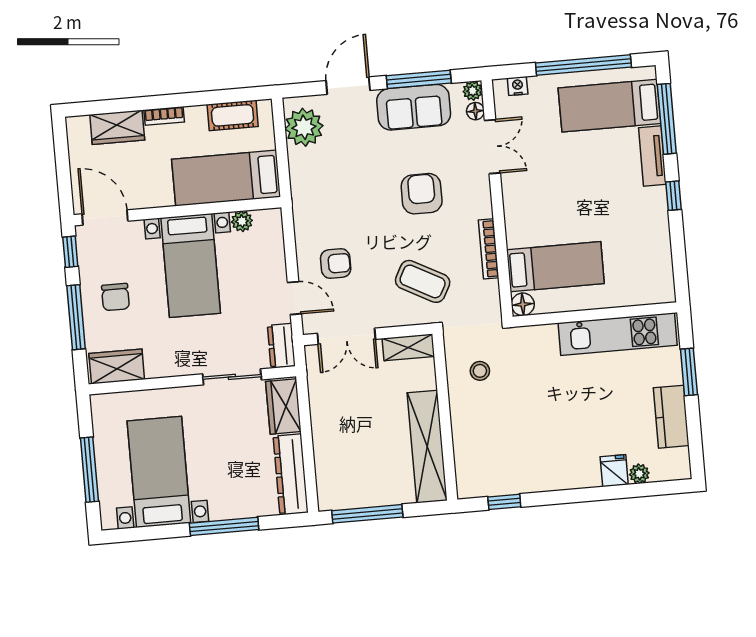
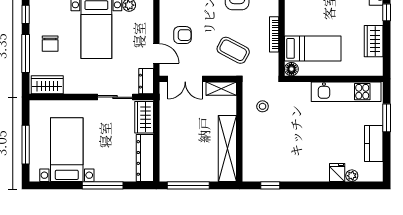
wardrobe: (656, 246) -> (374, 41), added

